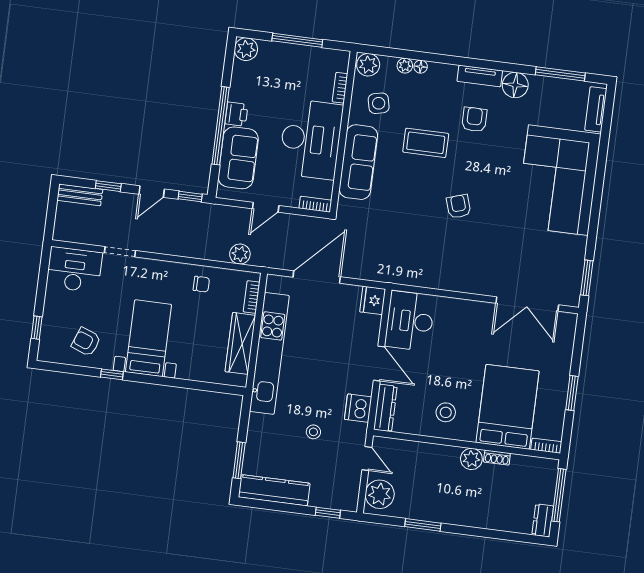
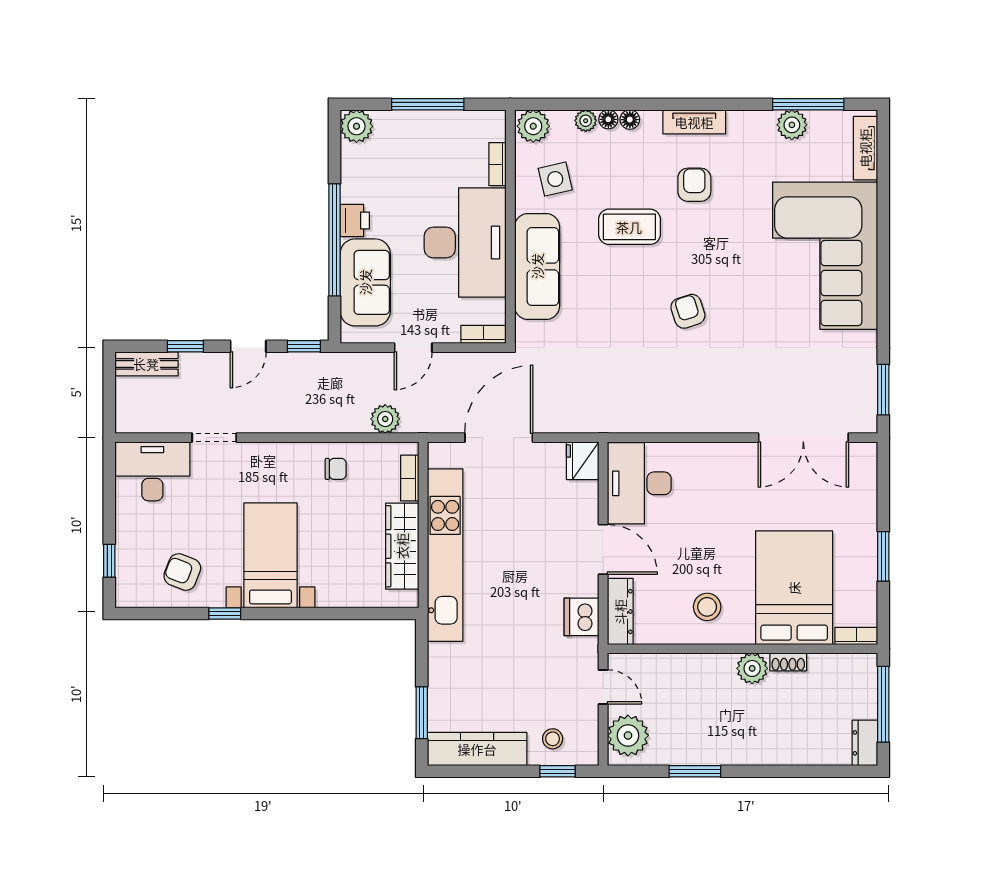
floor lamp: (515, 85) -> (630, 120), moved, width x0.53, depth x0.53
plant: (547, 87) -> (792, 125), added
stool: (313, 432) -> (553, 739), moved

